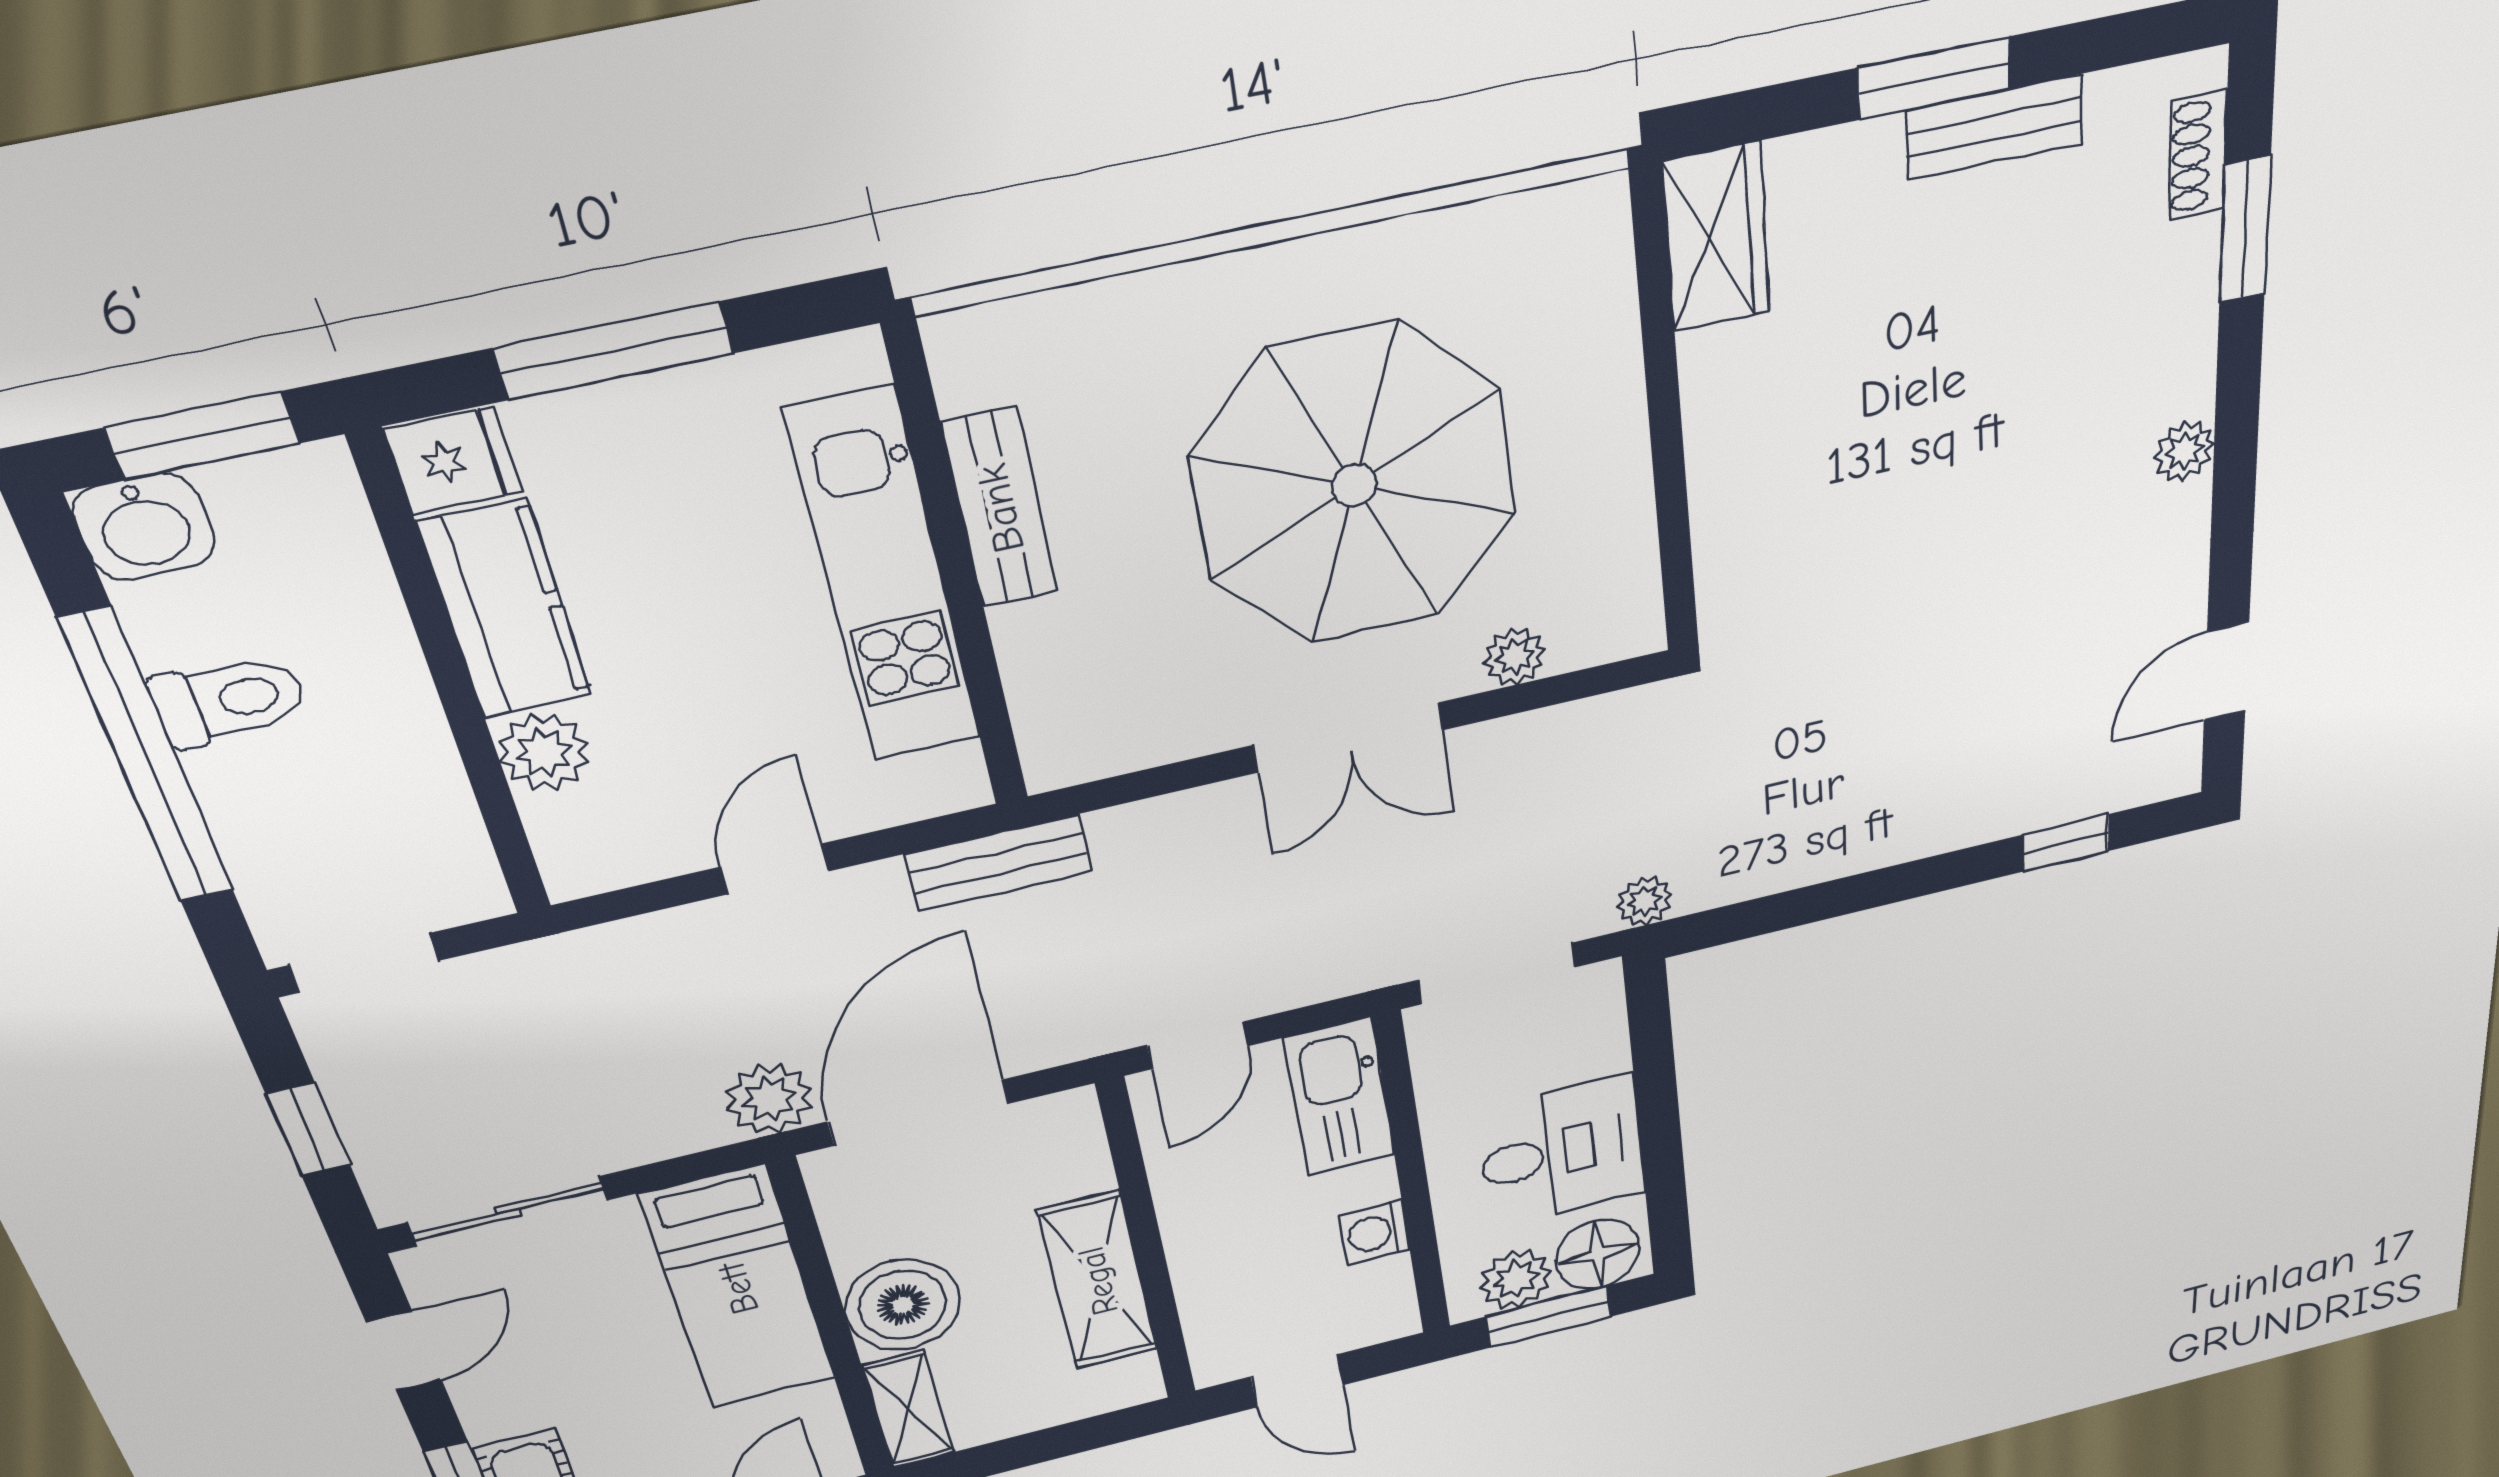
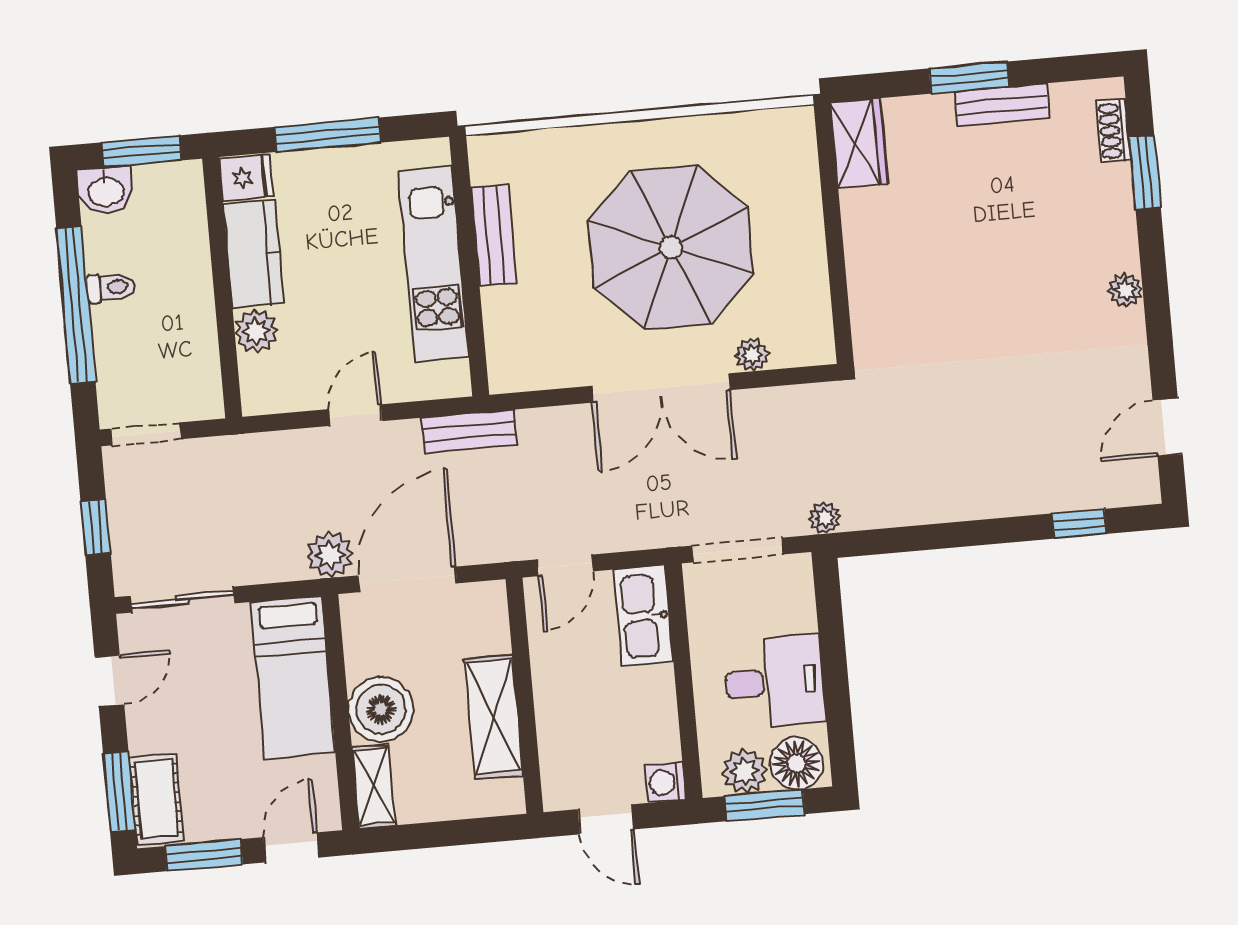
toilet: (229, 700) -> (111, 288), width x0.73, depth x0.72
double door: (1348, 738) -> (661, 388), width x1.37
washing machine: (1375, 1233) -> (665, 782), moved

